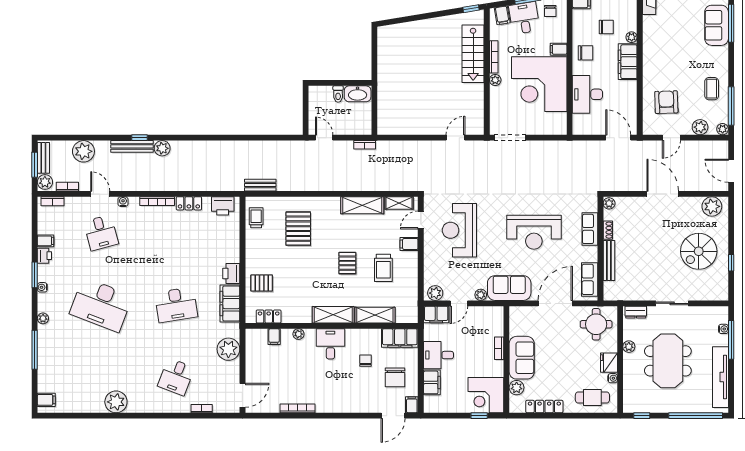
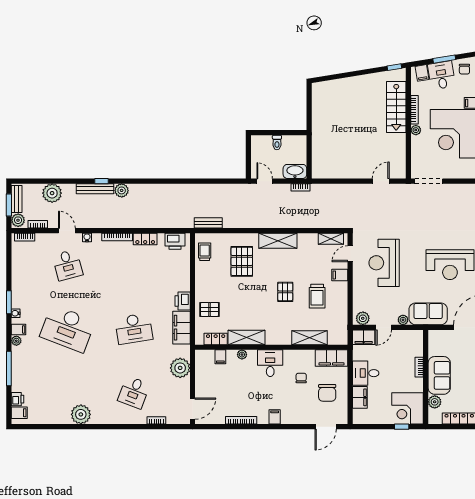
washbasin: (358, 94) -> (295, 171), moved, turned 180
shelving: (362, 205) -> (278, 241), moved
filing cabinet: (46, 241) -> (19, 329), moved
printer: (44, 256) -> (18, 399), moved
shelving: (333, 315) -> (246, 337), moved
filing cabinet: (412, 405) -> (275, 417), moved

